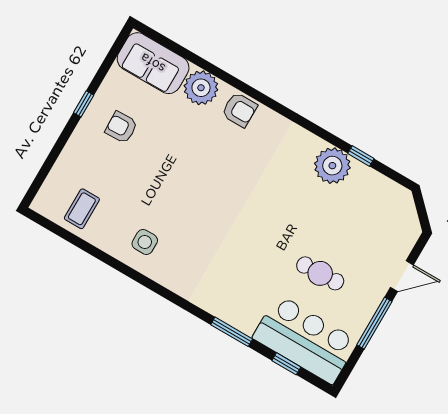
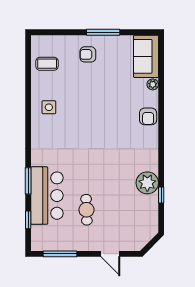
plant: (201, 88) -> (153, 84), width x0.53, depth x0.53
window: (84, 104) -> (103, 32), width x2.17
armchair: (121, 127) -> (88, 54), moved, turned -88
window: (374, 323) -> (60, 254), moved
bar counter: (305, 339) -> (47, 196), moved

